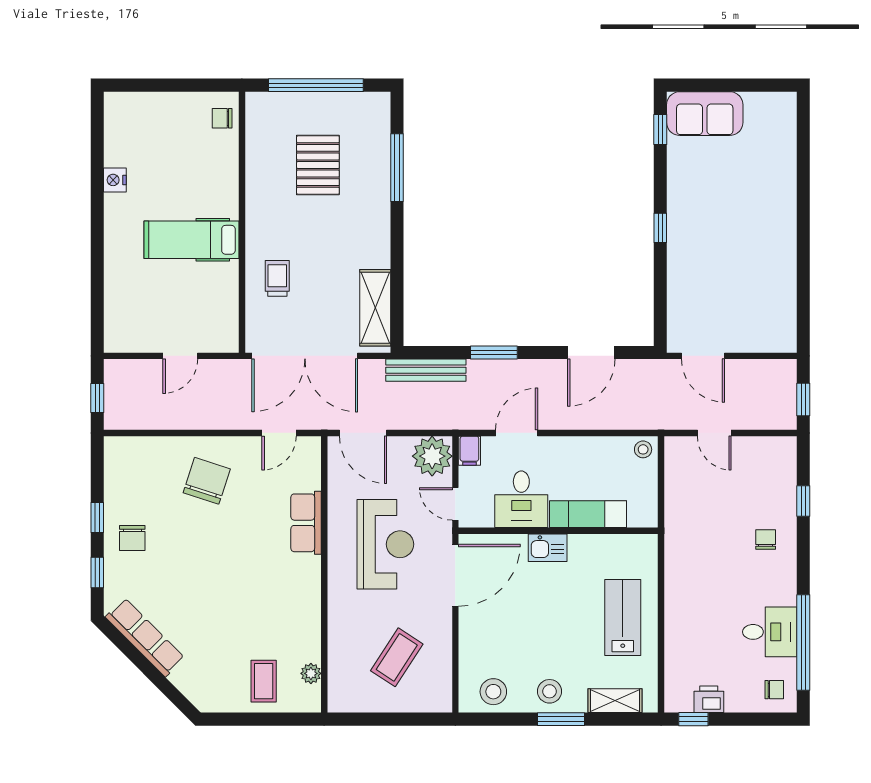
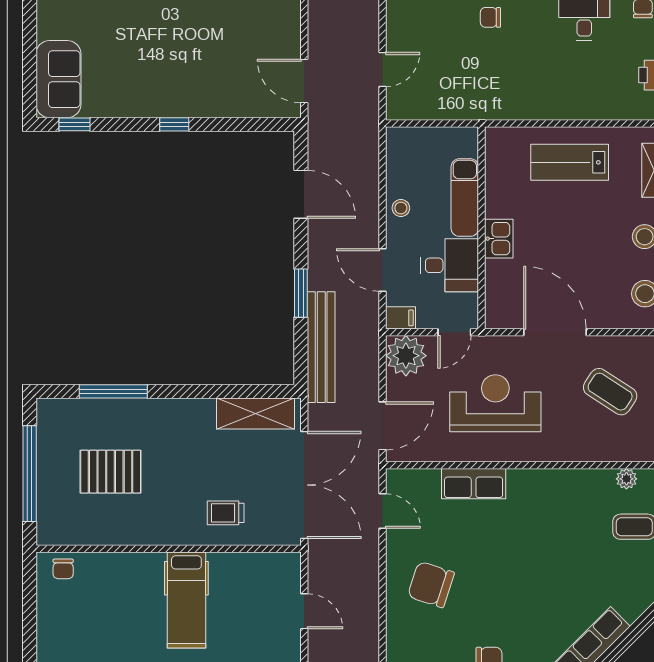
door: (703, 356) -> (304, 81), swing flipped
bench: (426, 370) -> (321, 347), width x1.37, depth x1.21
stool: (643, 449) -> (401, 208), moved
door: (455, 575) -> (555, 332), moved

